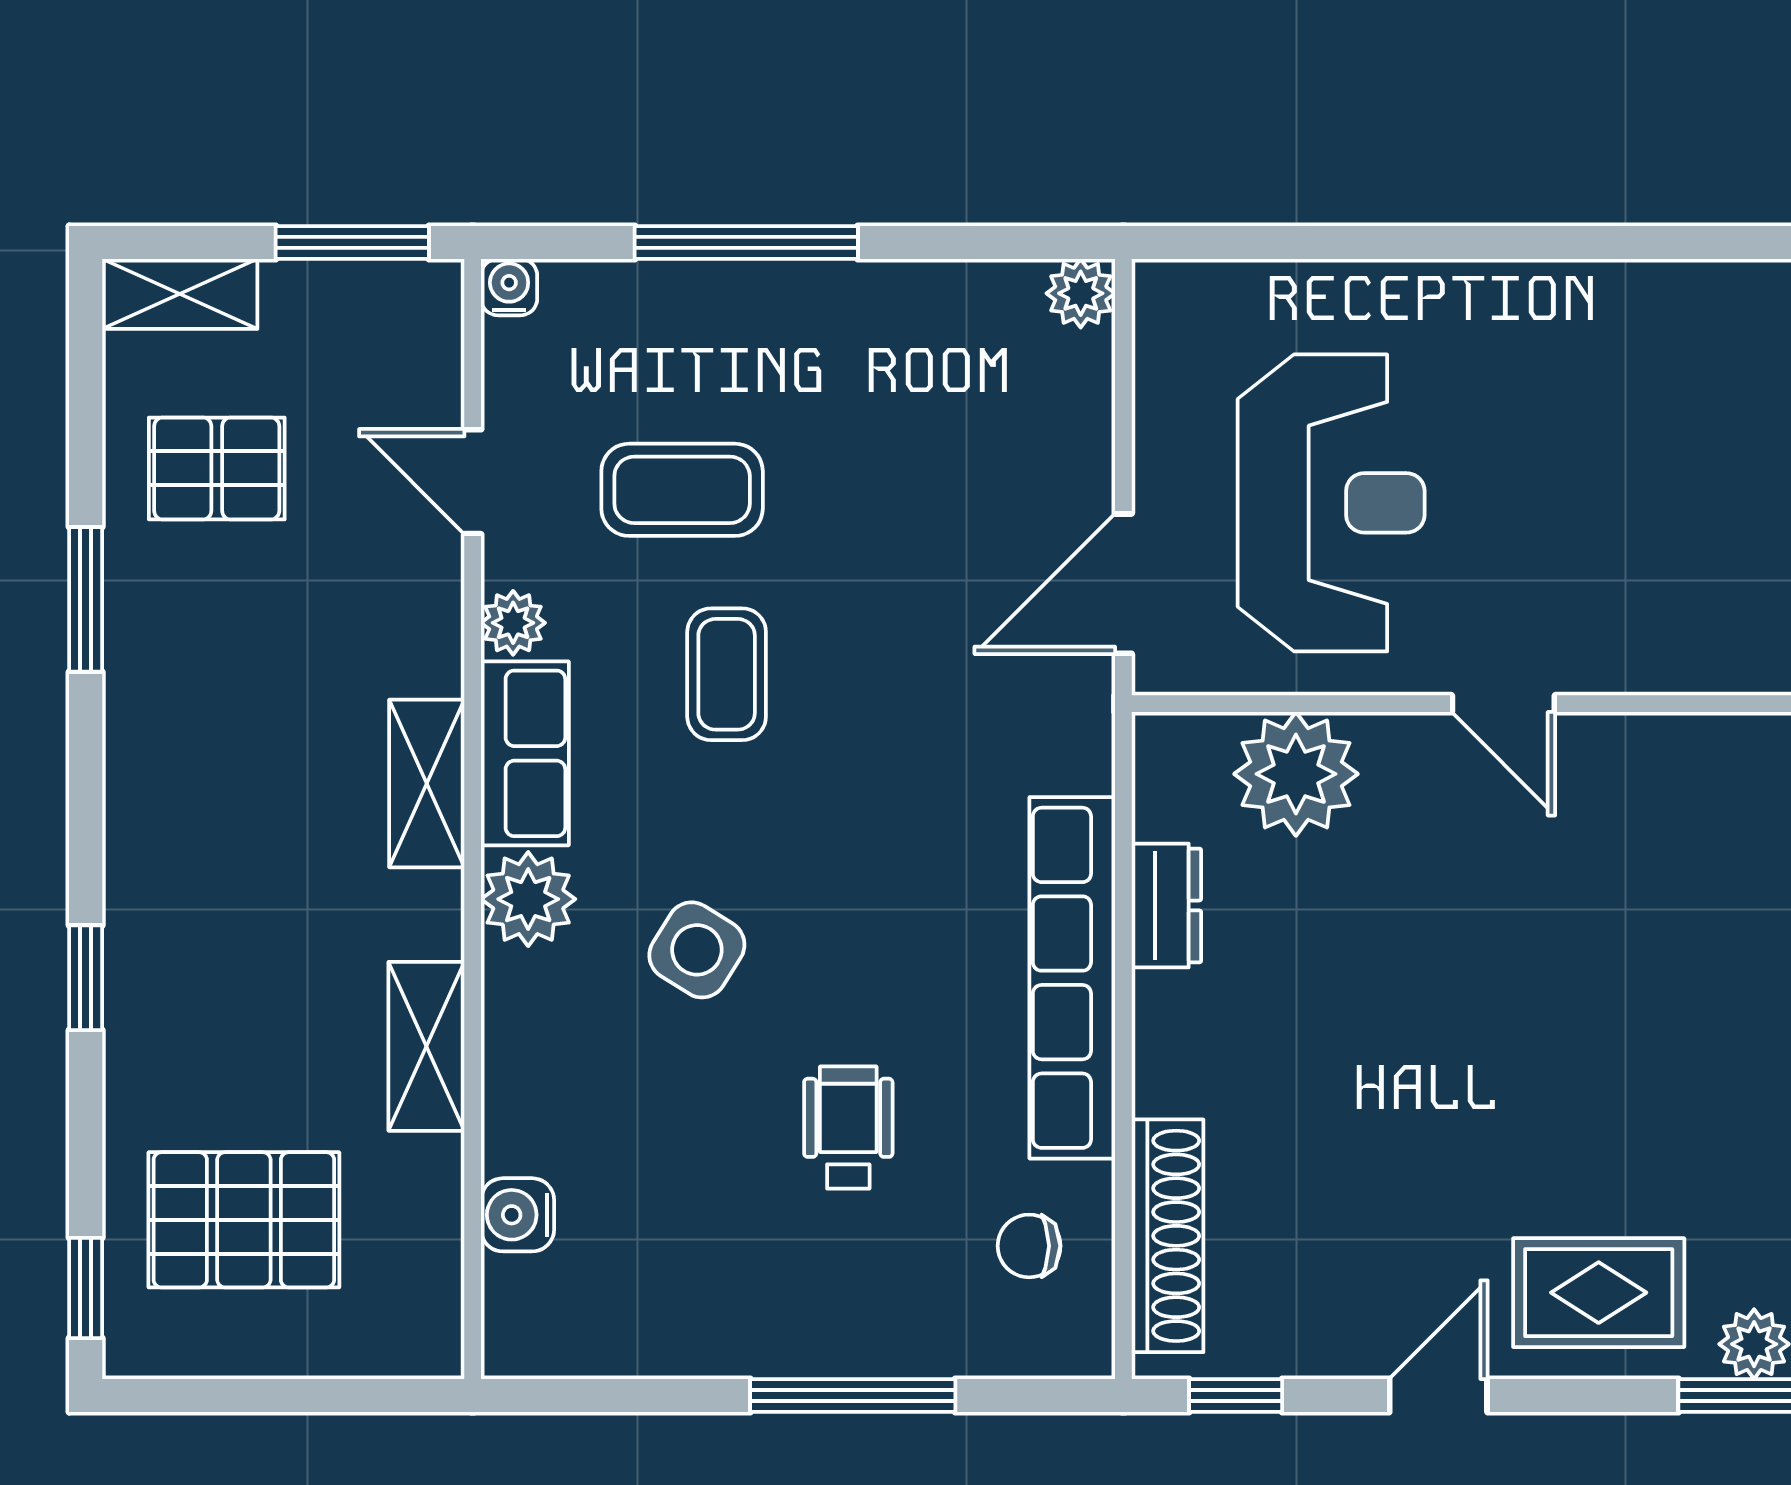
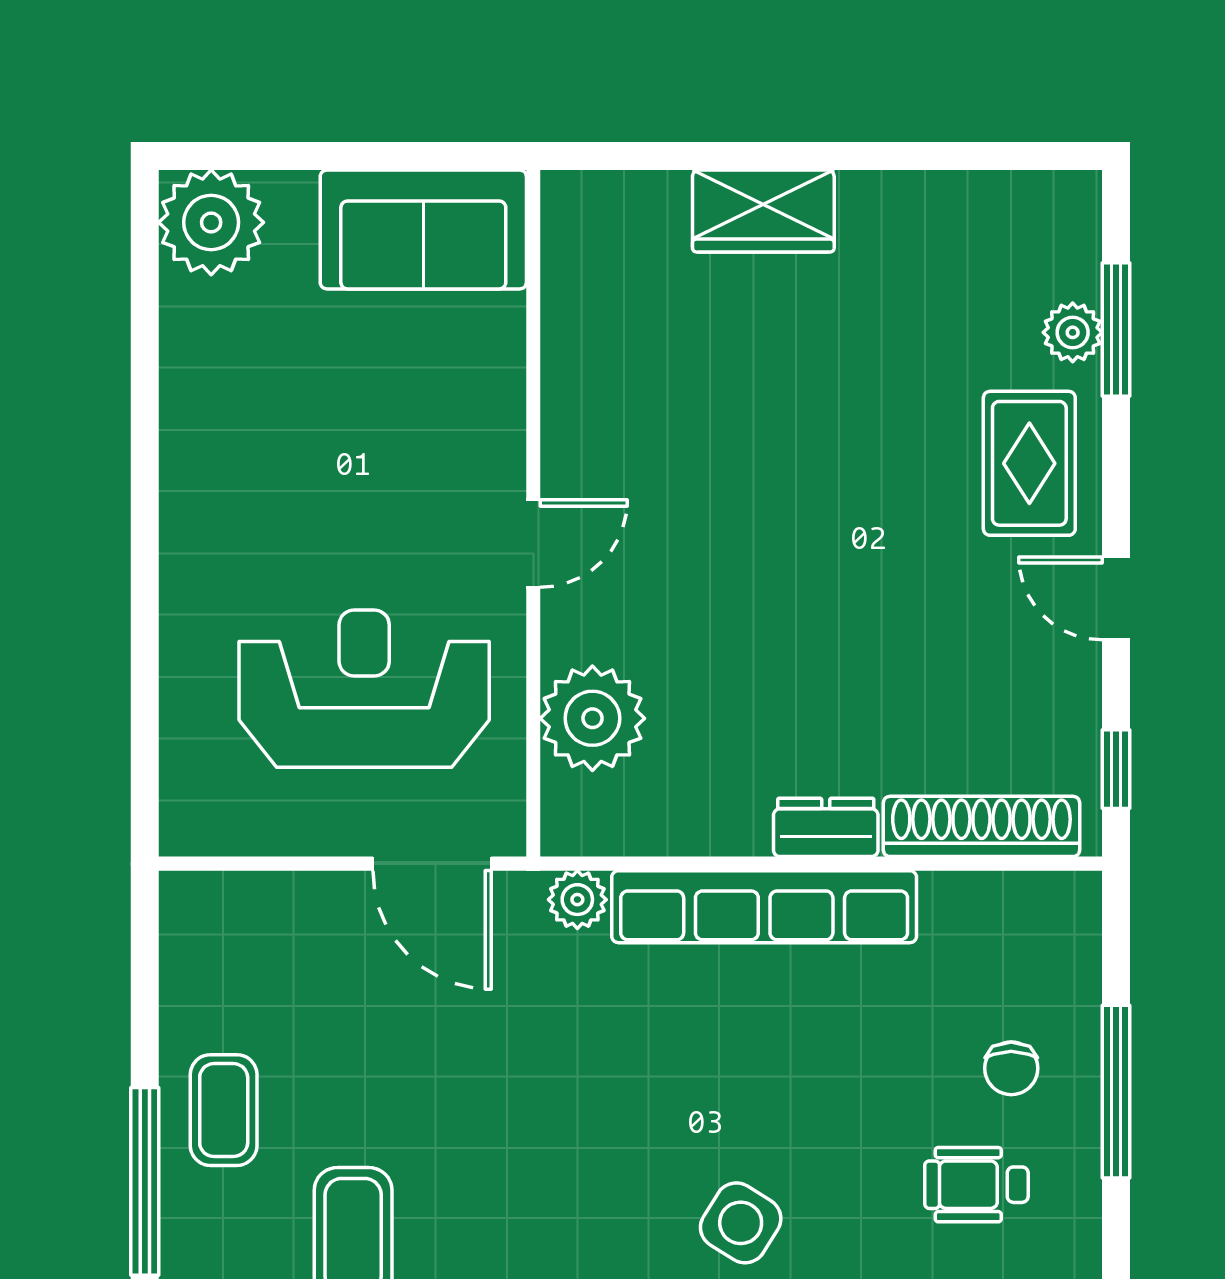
plant: (1081, 293) -> (577, 900), moved
coffee table: (727, 674) -> (224, 1110), moved, turned 90
dresser: (1166, 905) -> (826, 827), moved
wheelchair: (848, 1128) -> (976, 1185), moved
chair: (1029, 1246) -> (1011, 1068), moved

